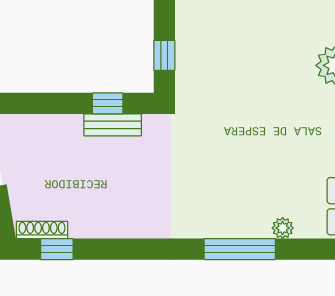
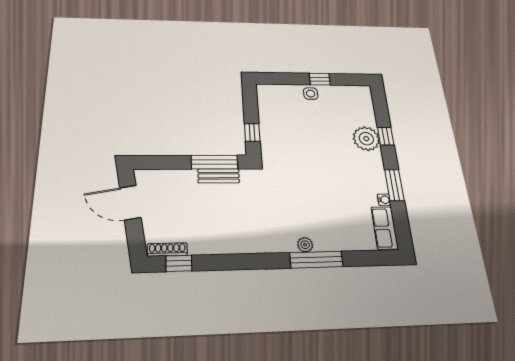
window: (108, 103) -> (214, 162), width x2.17
plant: (283, 228) -> (305, 245), moved

